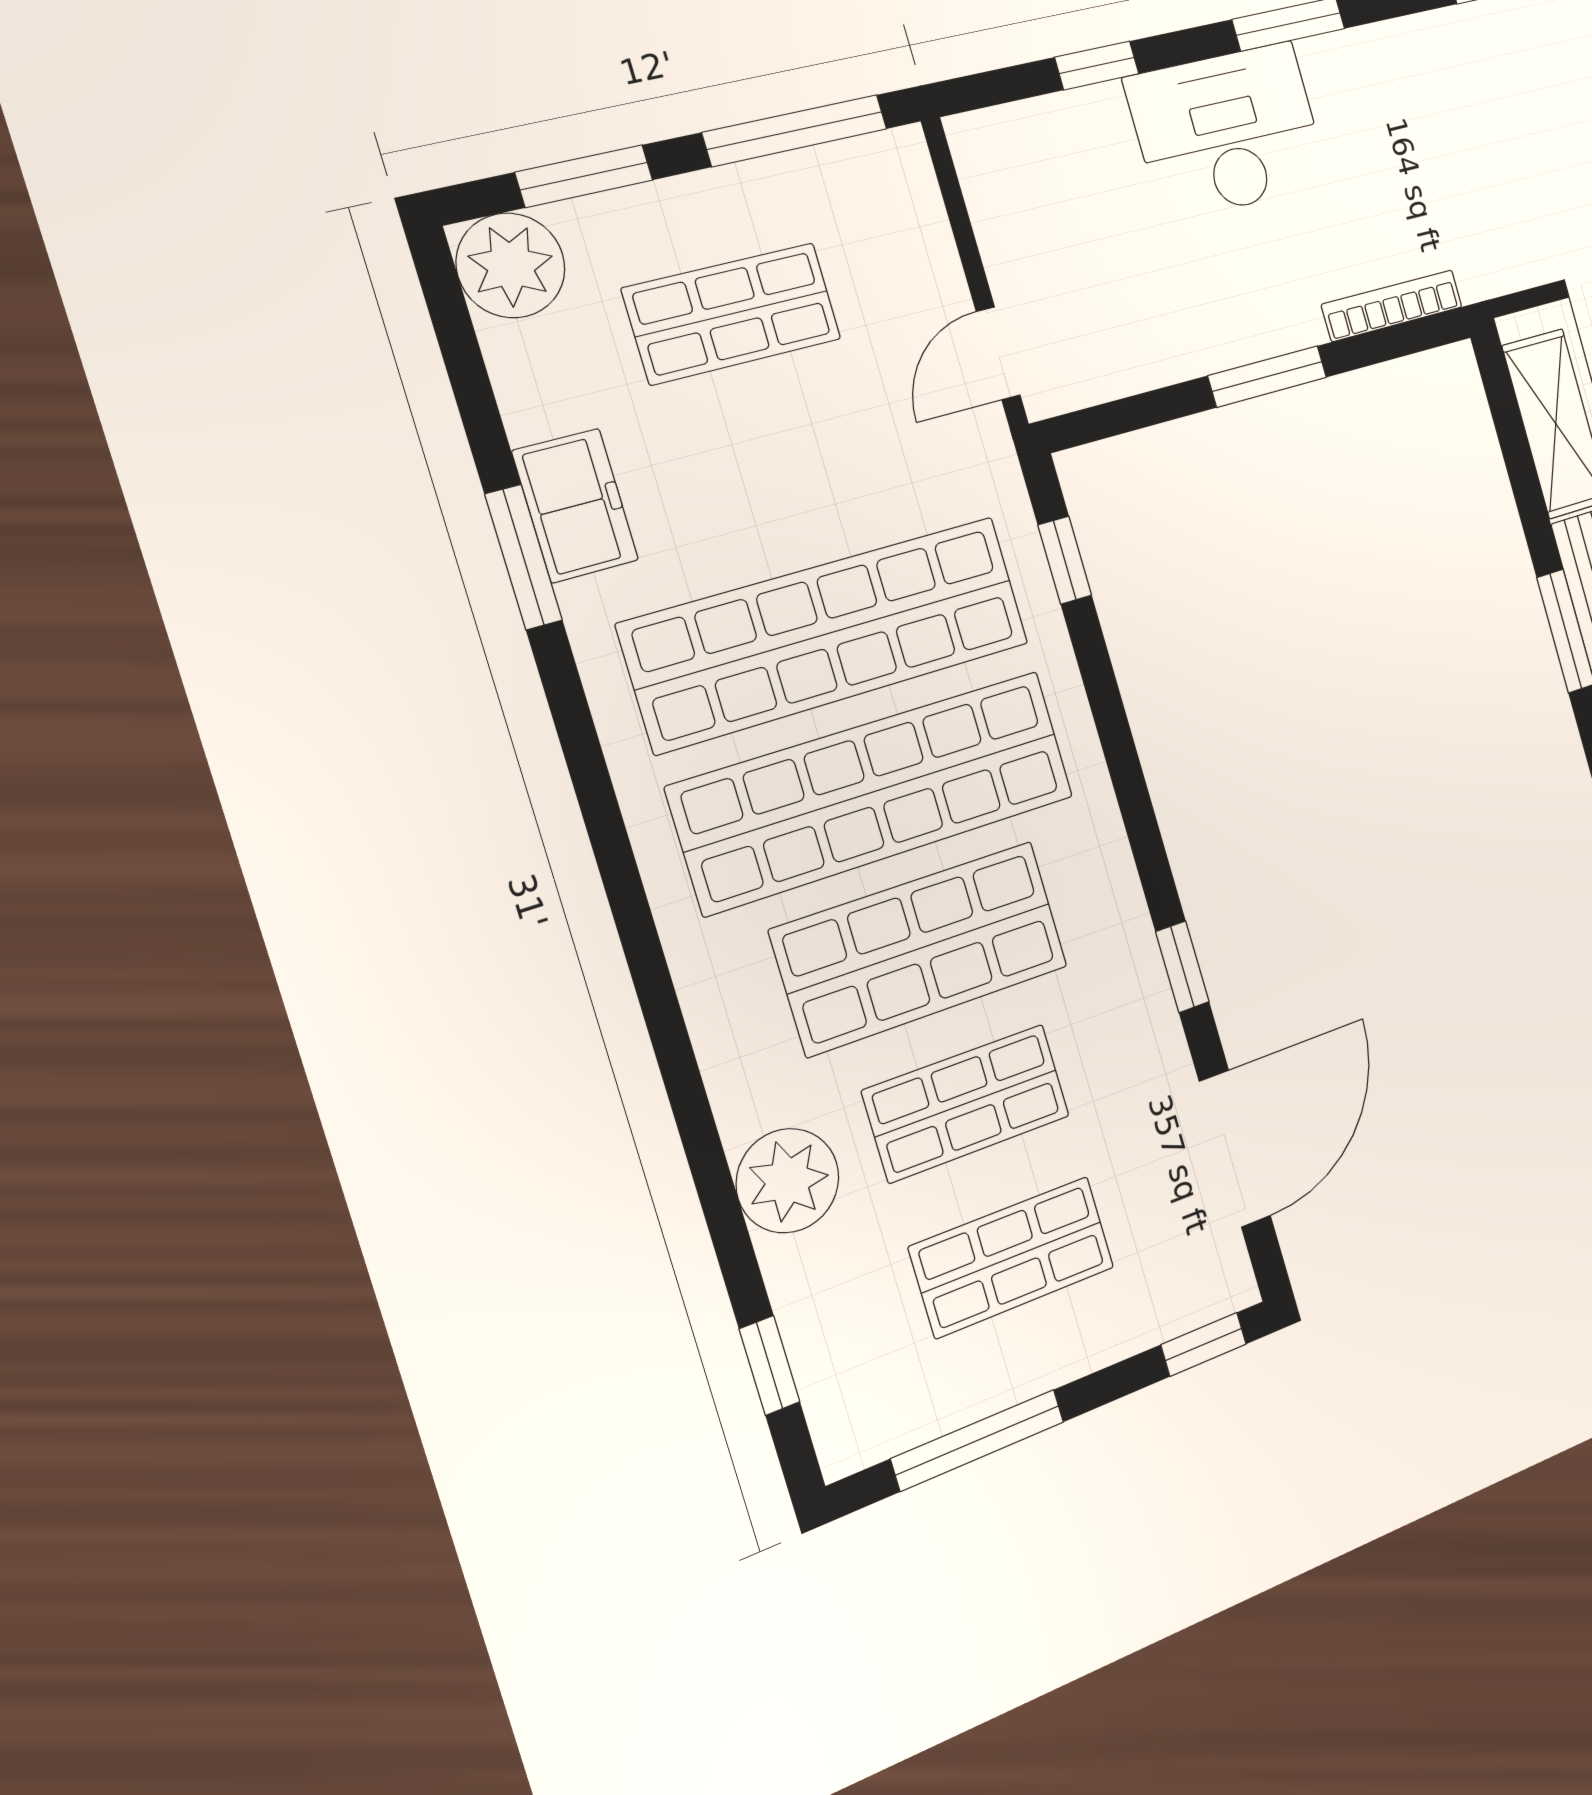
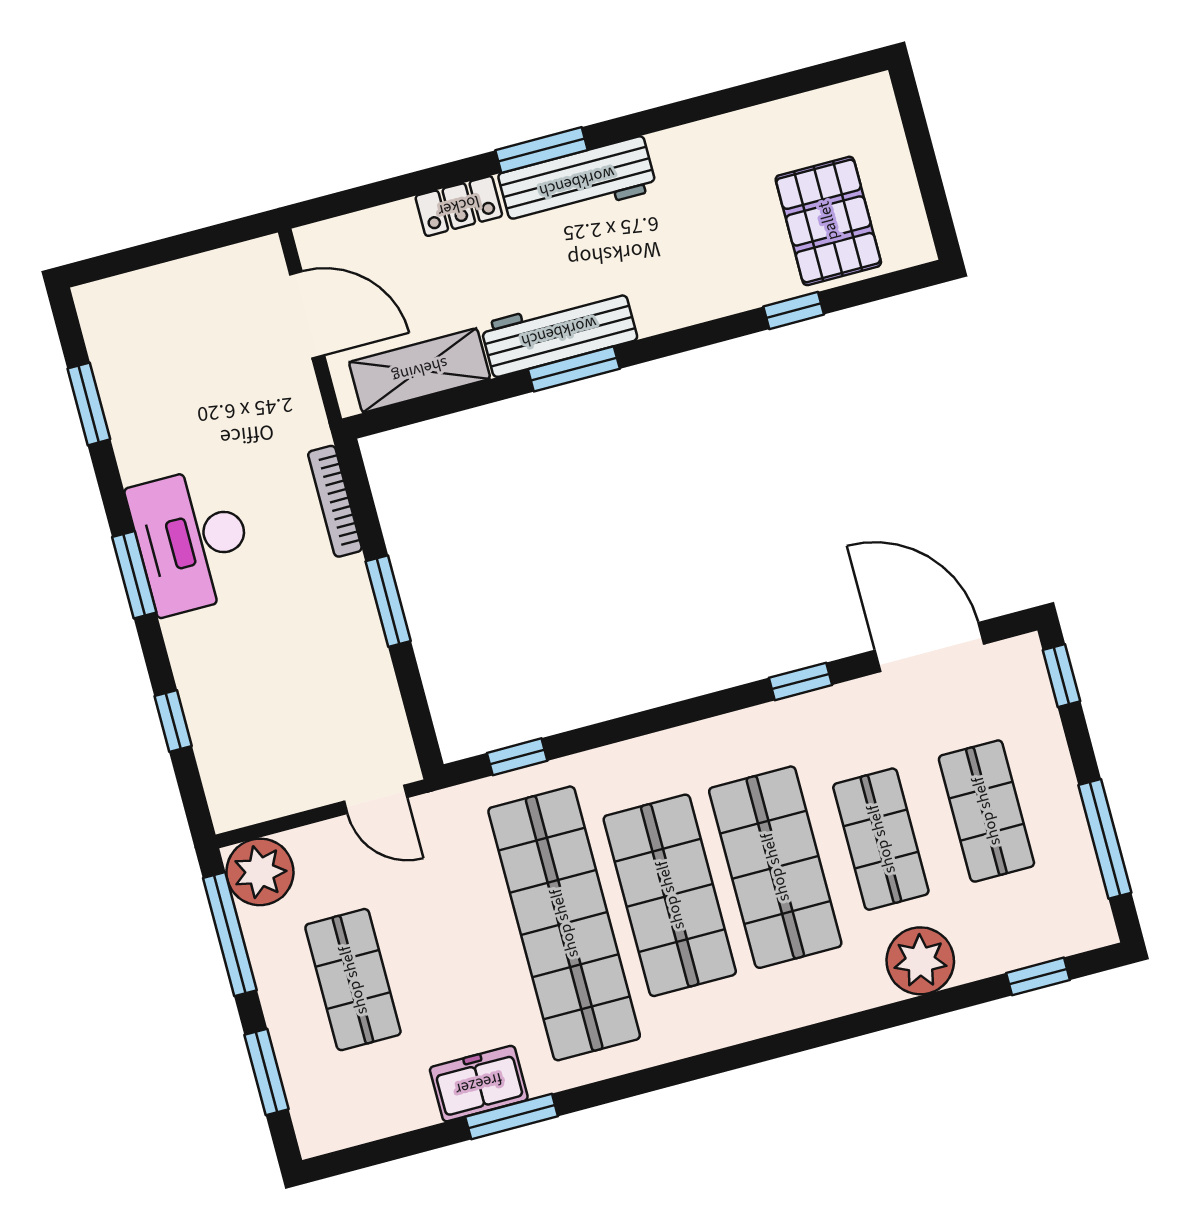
desk: (1228, 132) -> (192, 540), moved
plant: (511, 265) -> (260, 872), moved
shop shelf: (874, 792) -> (670, 895), width x0.71

